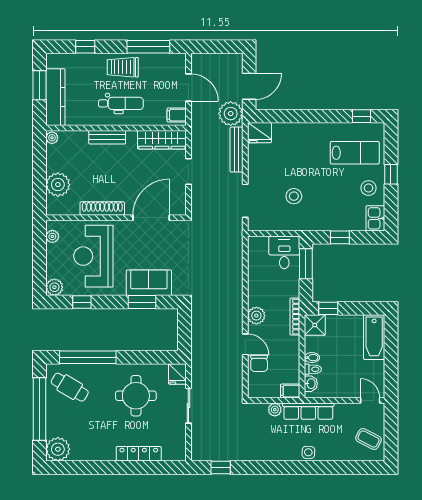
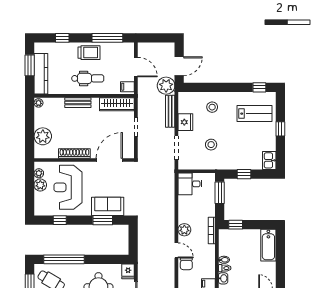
trolley: (123, 67) -> (89, 53), turned 180
fridge: (259, 133) -> (185, 122), moved, turned -90
stool: (368, 188) -> (212, 107), moved
desk: (284, 252) -> (190, 184), moved, turned -90
plant: (54, 287) -> (40, 185), moved
shower: (315, 325) -> (226, 237), removed

